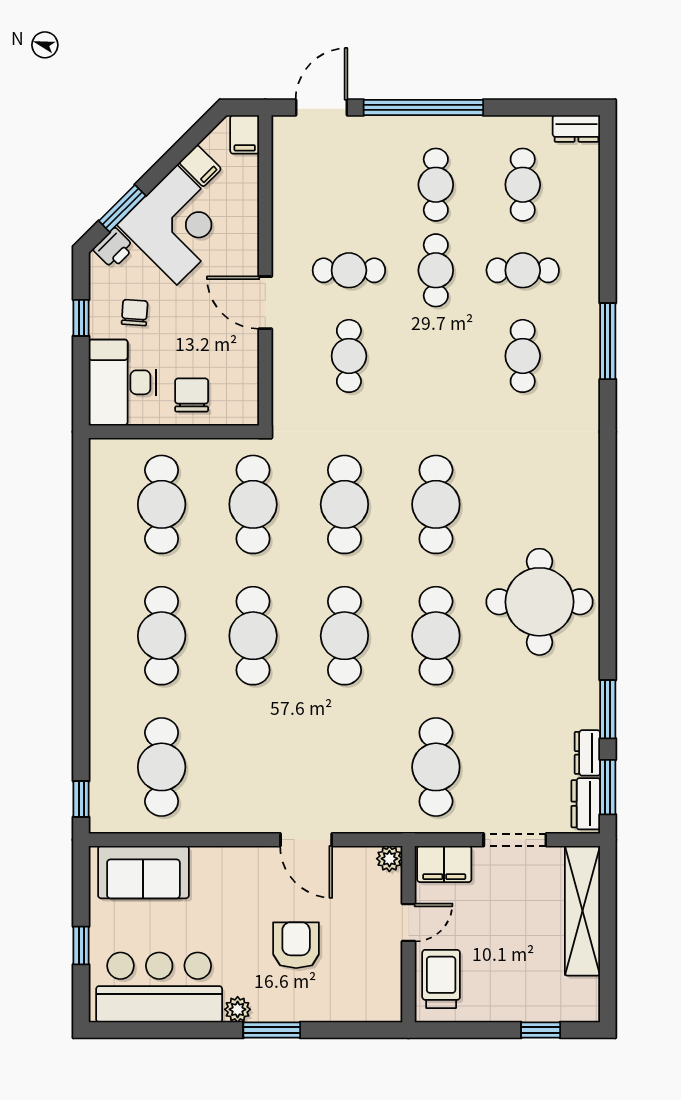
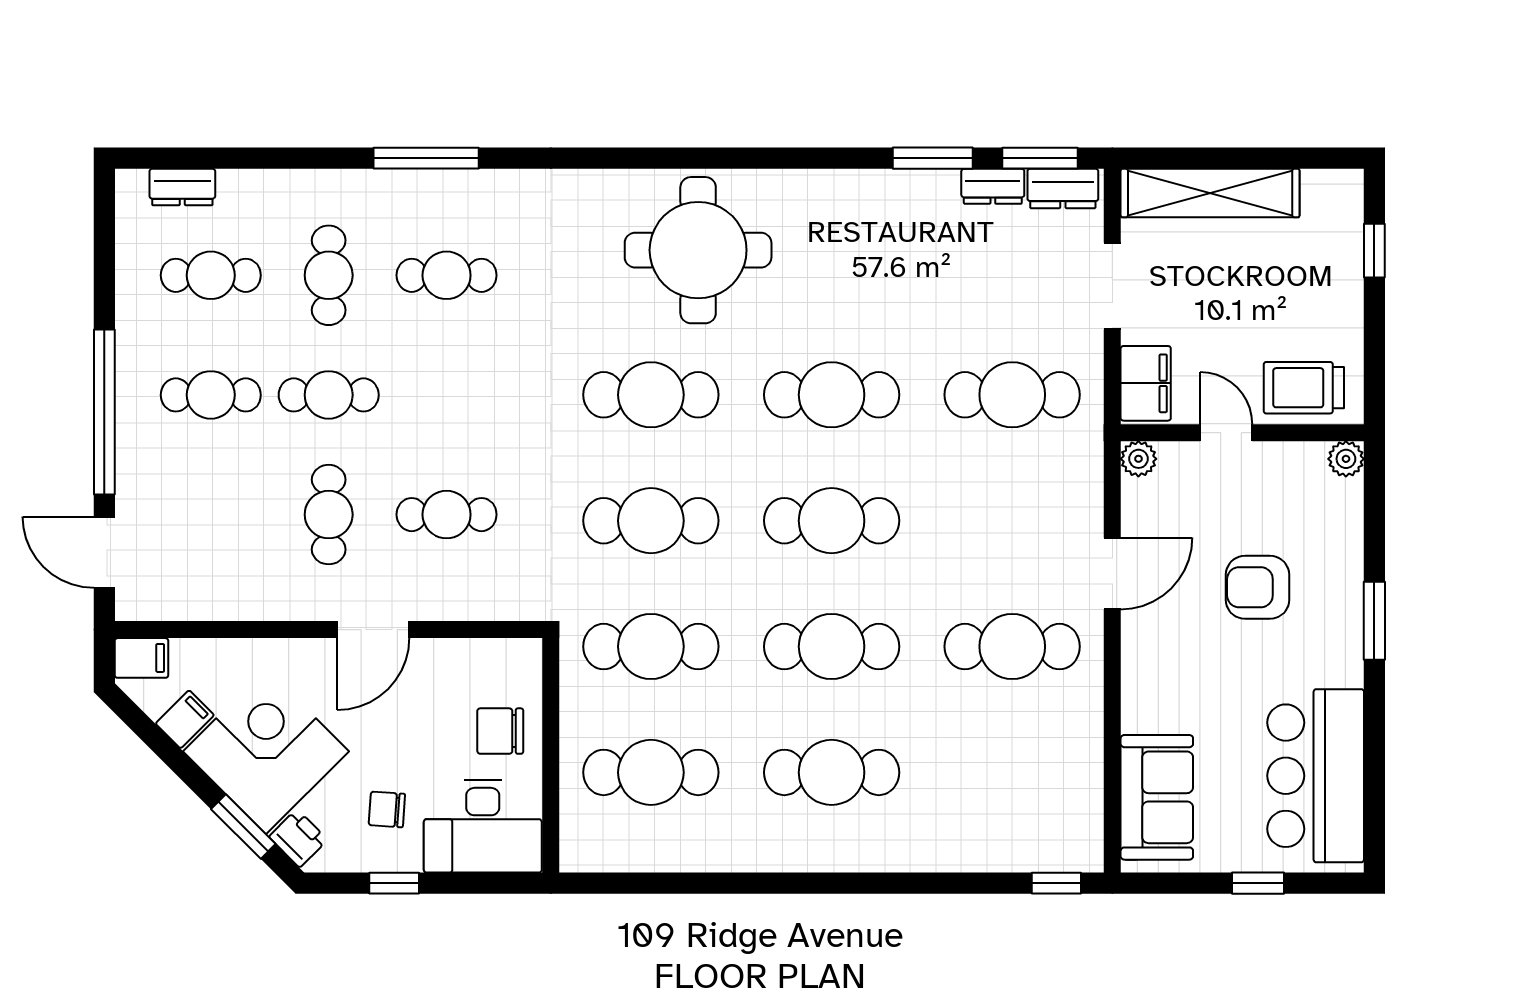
dresser: (576, 128) -> (182, 187), moved, turned 90
round table: (539, 602) -> (698, 250), moved
cafe table: (162, 767) -> (1012, 647), moved
plant: (238, 1009) -> (1346, 459), moved

